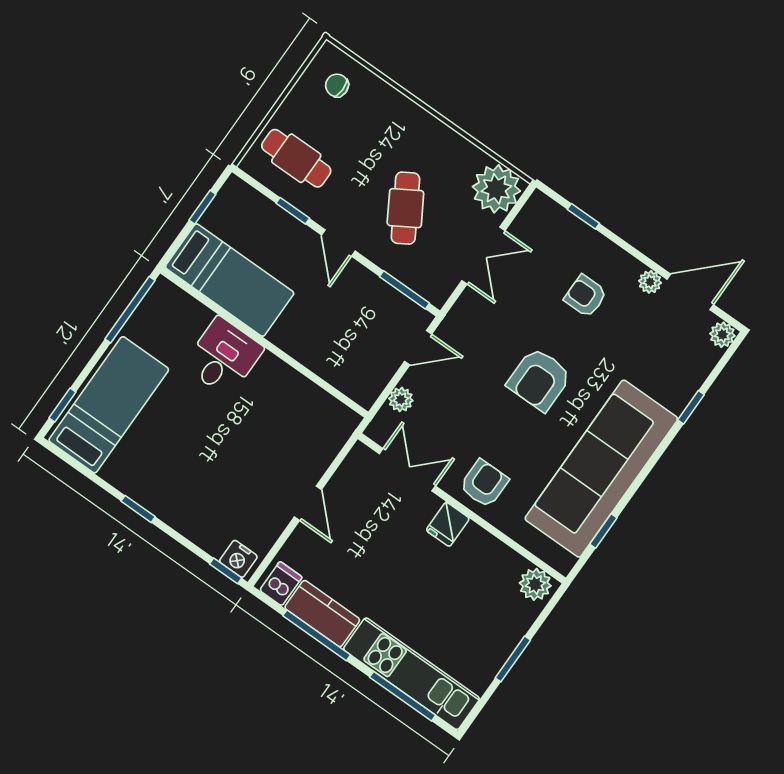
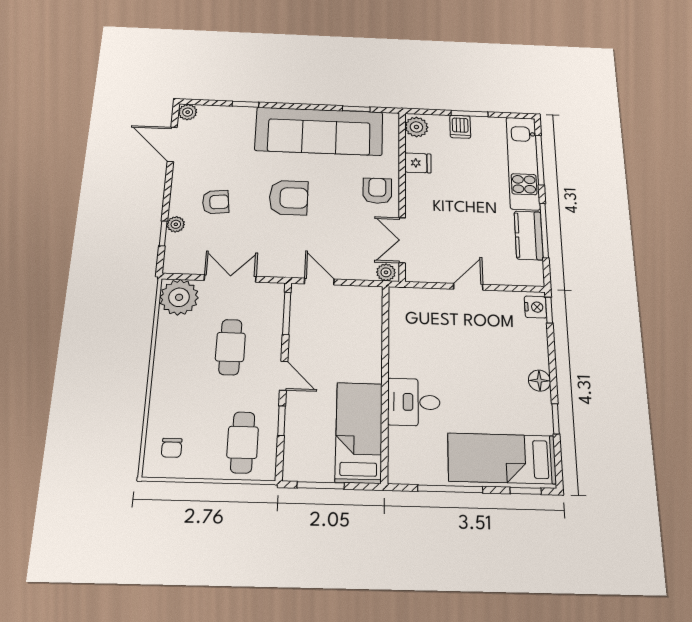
window: (202, 207) -> (321, 485), width x1.50
cafe table: (405, 208) -> (230, 347), turned -59
door: (338, 243) -> (284, 376), hinge flipped
plant: (650, 282) -> (176, 224), moved
armchair: (585, 296) -> (216, 202), turned -96
window: (130, 310) -> (450, 489), moved
plant: (401, 400) -> (386, 272), moved
armchair: (484, 484) -> (377, 191), turned 90
floor lamp: (159, 503) -> (539, 381), added
window: (138, 509) -> (556, 419), moved
fridge: (448, 524) -> (418, 163), moved
dishwasher: (281, 584) -> (460, 127), moved, turned -90

